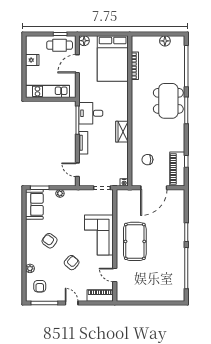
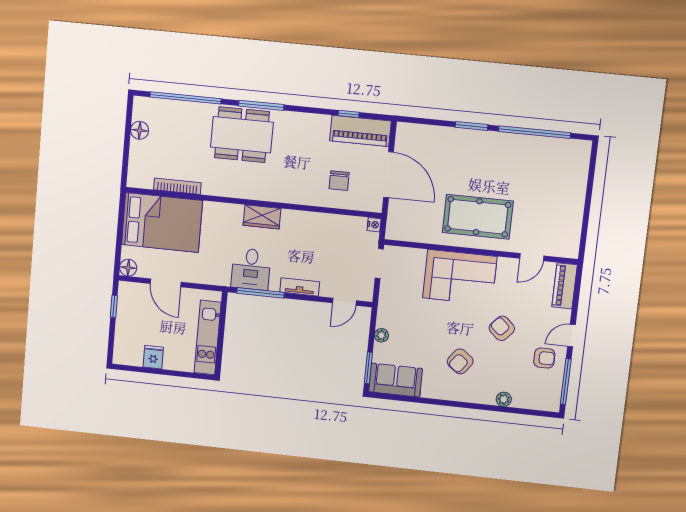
cafe table: (60, 45) -> (132, 309), removed
wardrobe: (122, 132) -> (262, 217), moved
armchair: (40, 286) -> (544, 358), moved

